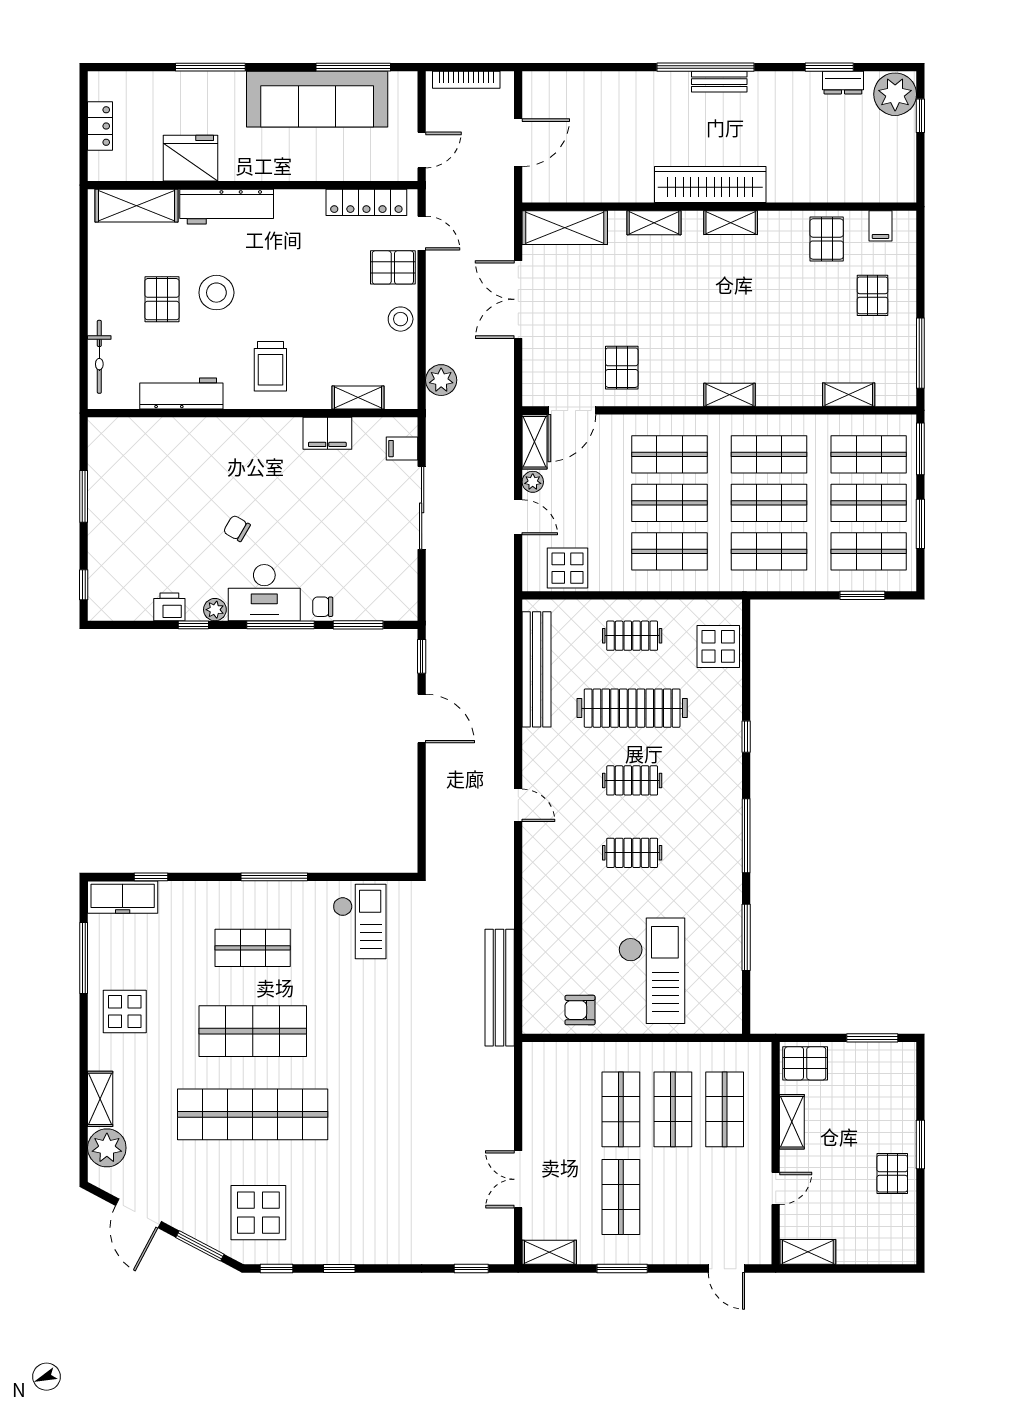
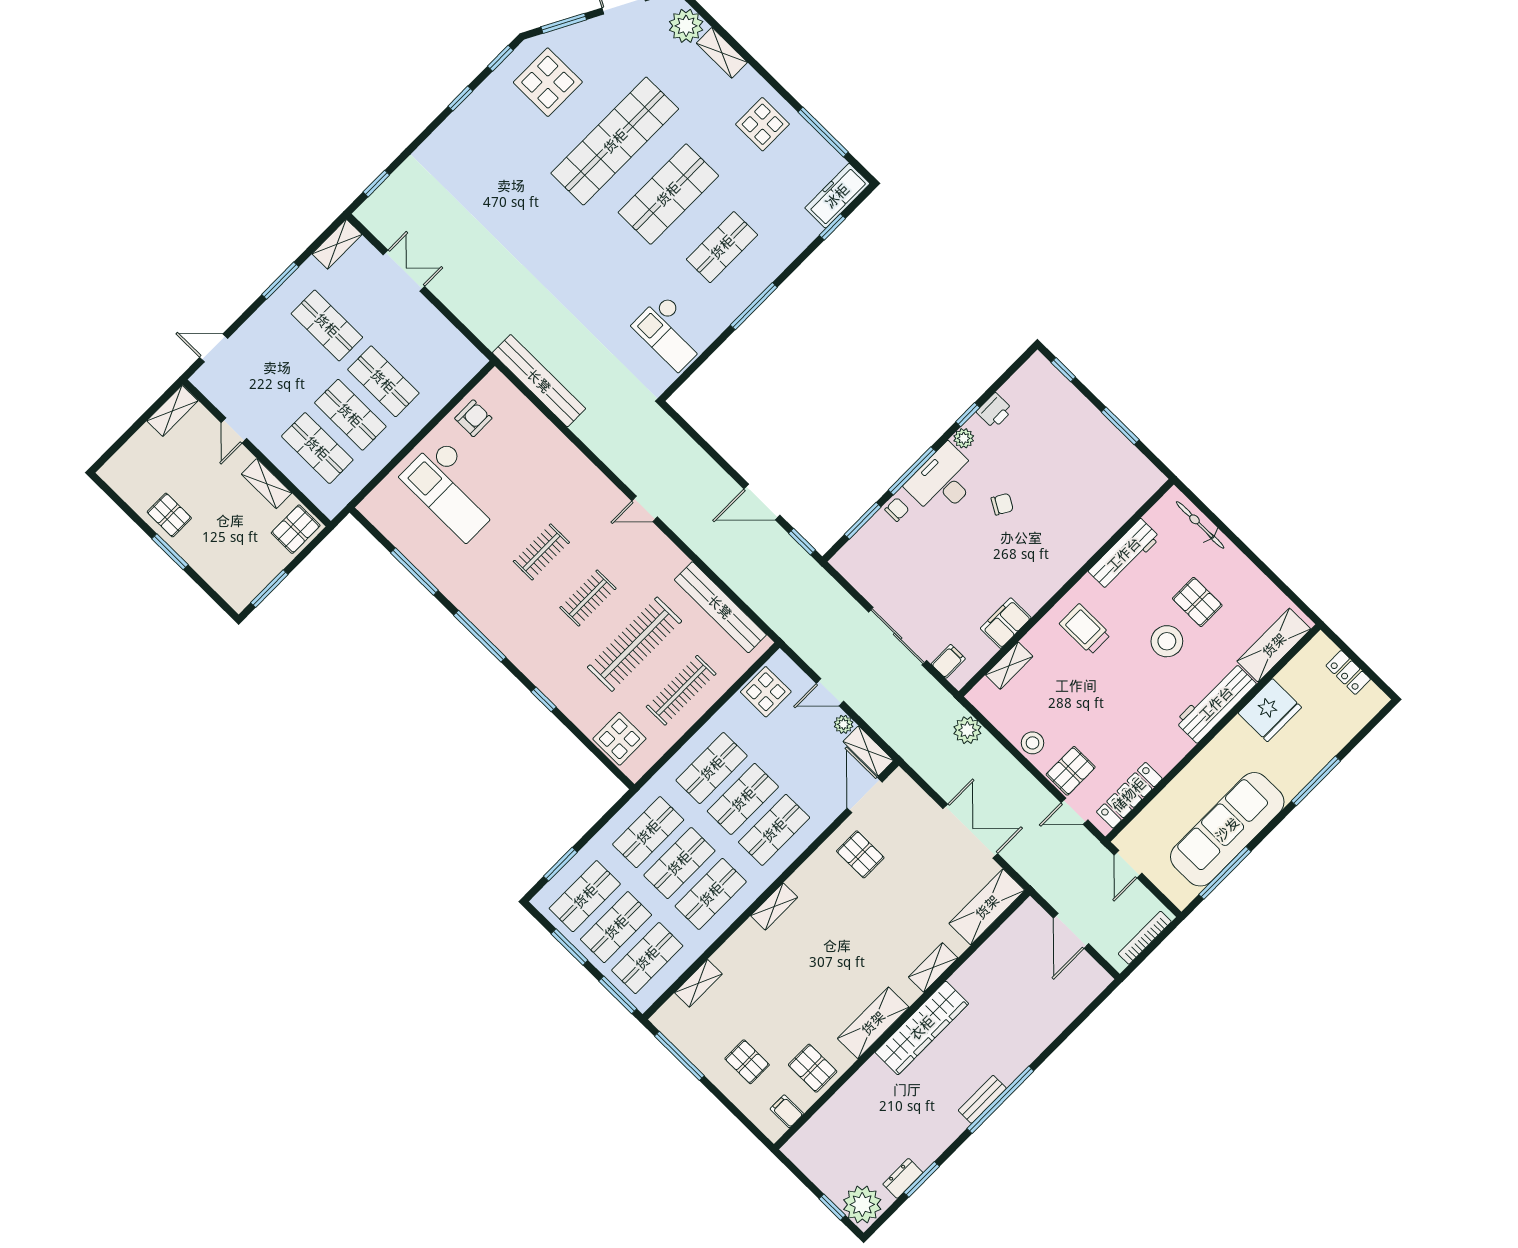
shelving: (731, 223) -> (873, 1023), width x1.50, depth x1.33
clothes rail: (632, 636) -> (681, 690), width x1.36

